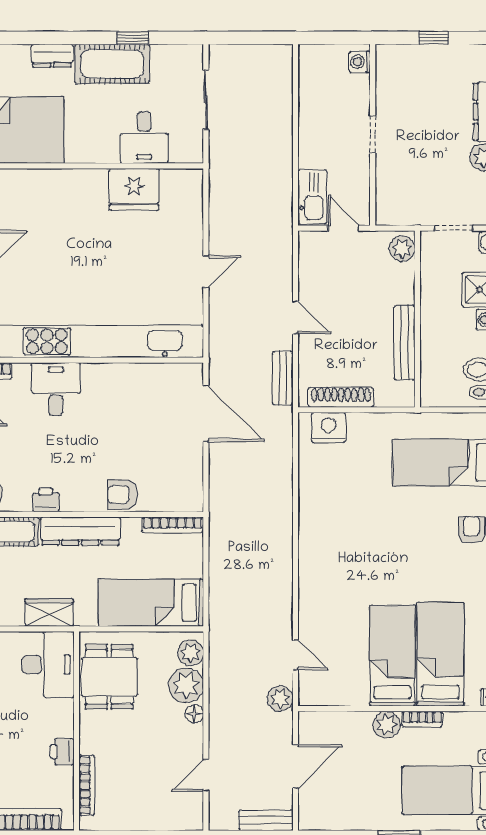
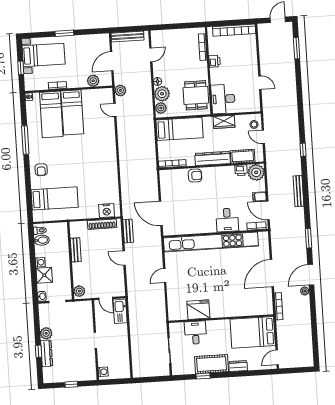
bench: (404, 343) -> (76, 250), width x0.73
printer: (46, 500) -> (241, 170), moved
plant: (387, 725) -> (93, 81), moved
bench: (266, 820) -> (128, 37), width x1.36

